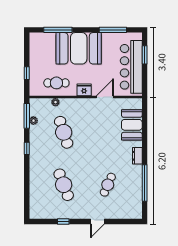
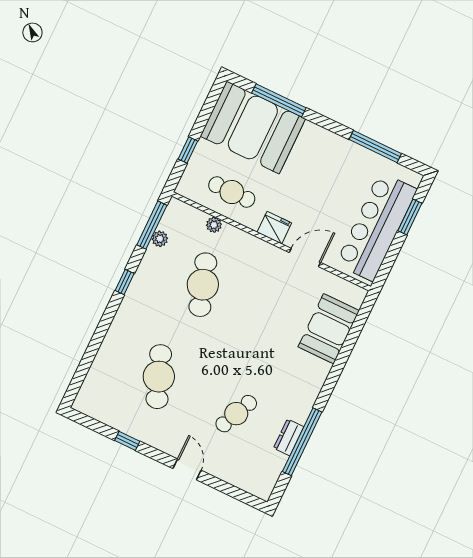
booth: (79, 48) -> (253, 127), moved
dresser: (137, 156) -> (289, 437), moved
door: (97, 222) -> (187, 469), swing flipped

